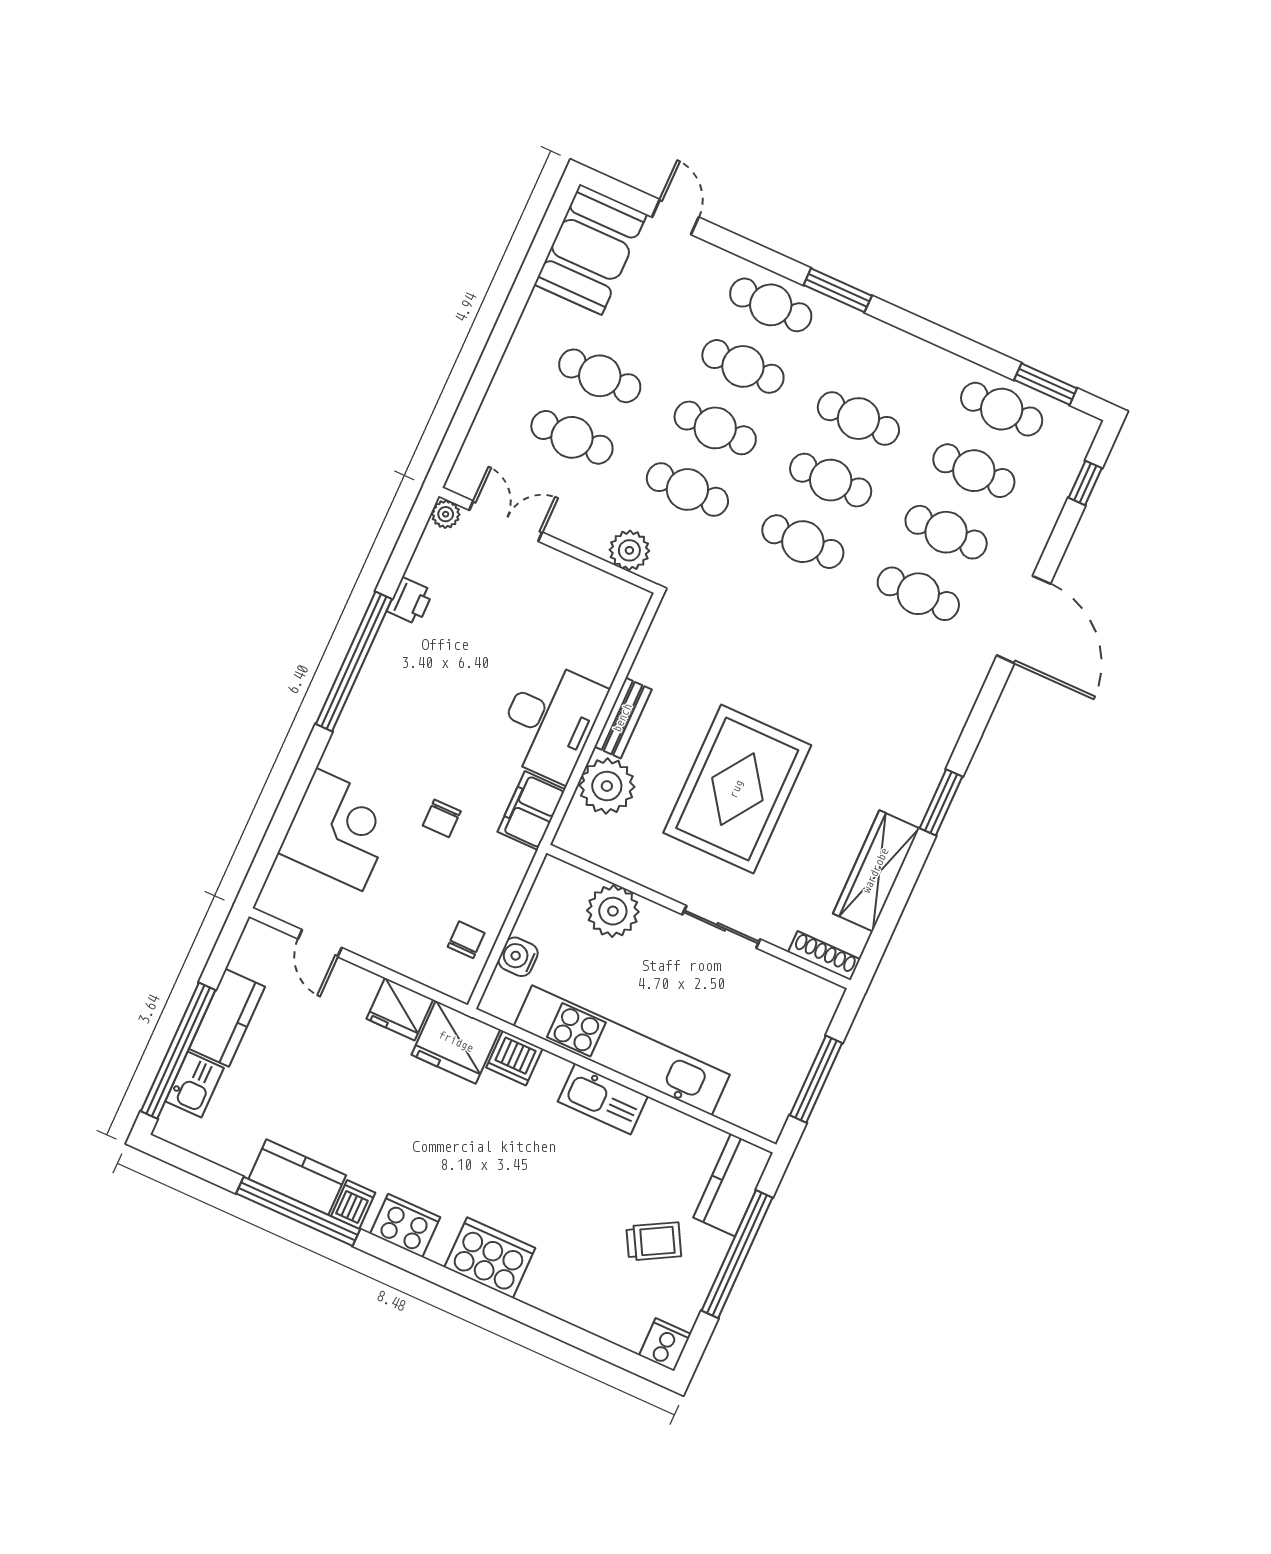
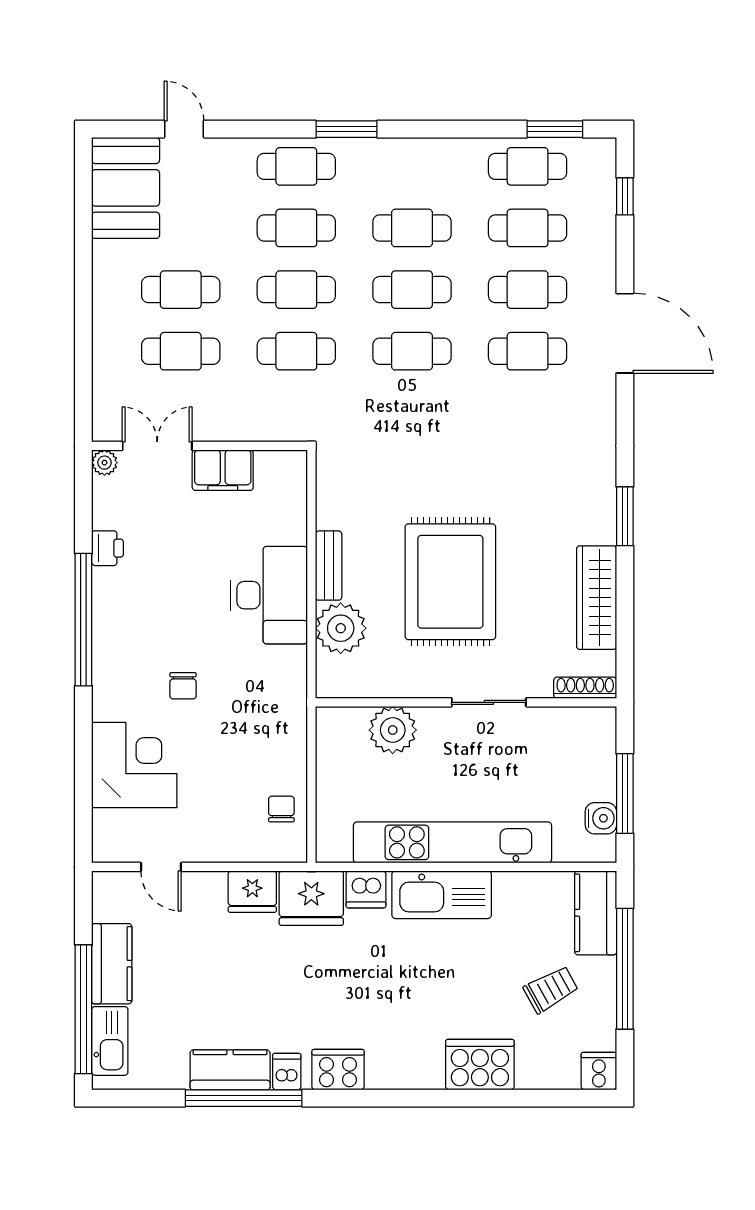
plant: (629, 550) -> (271, 424), removed
filing cabinet: (531, 811) -> (223, 470), moved, turned -90
chair: (442, 818) -> (183, 686), moved
water cooler: (518, 957) -> (601, 818), moved, turned 180
kitchen sink: (194, 1085) -> (110, 1041), width x1.38
kitchen sink: (603, 1099) -> (442, 895), width x1.36, depth x1.24
cooker: (490, 1258) -> (480, 1065), moved

